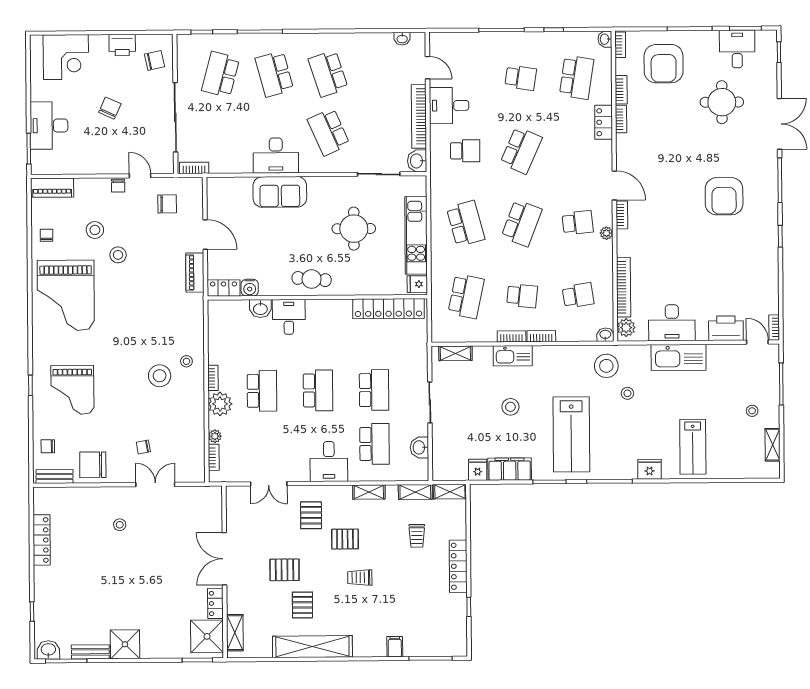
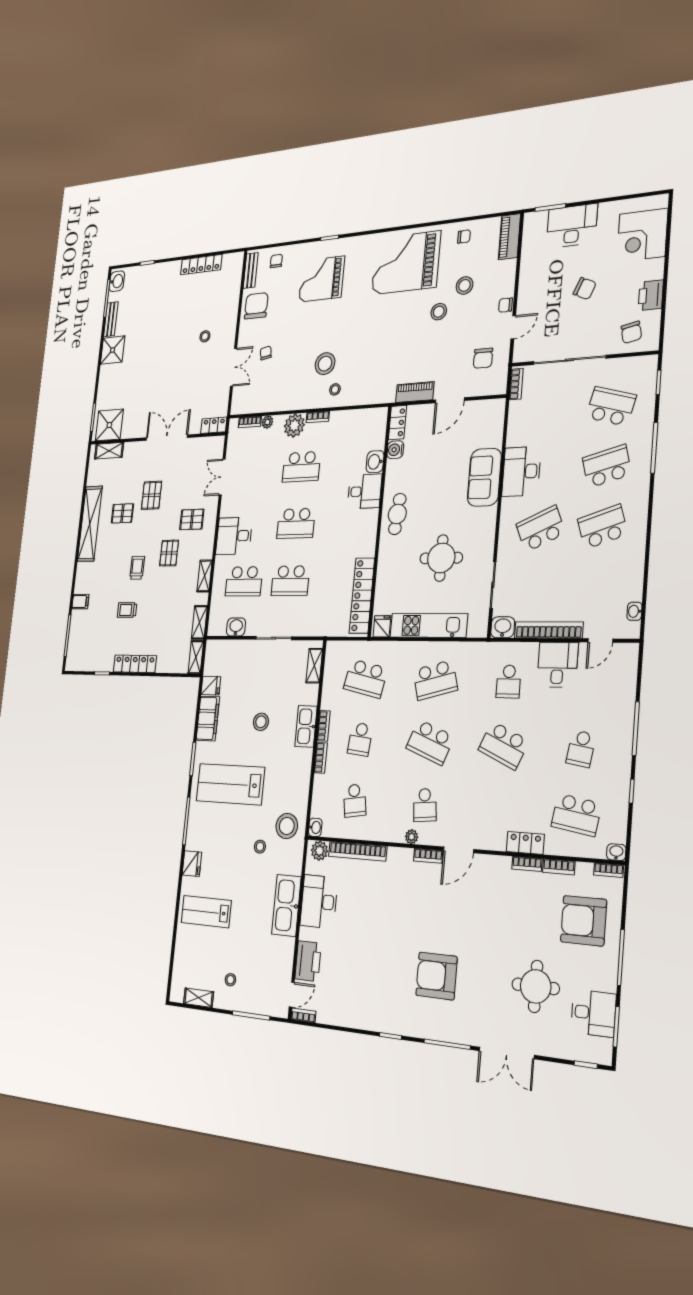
trolley: (417, 536) -> (127, 610), moved
locker: (215, 603) -> (214, 425), moved

